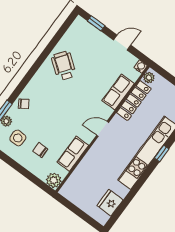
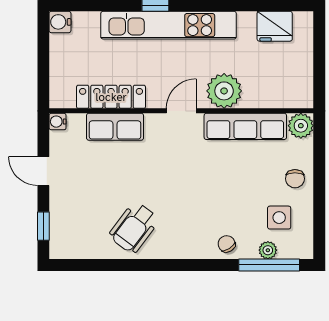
plant: (149, 78) -> (224, 91), moved, width x1.87, depth x1.87
door: (103, 129) -> (181, 111), swing flipped
chair: (40, 150) -> (295, 179), moved
row of seats: (73, 154) -> (245, 126), width x1.48

